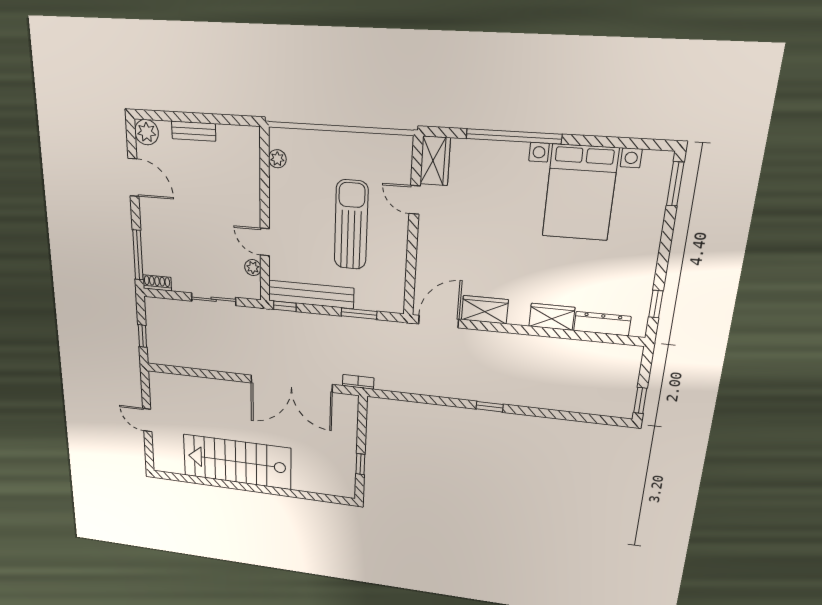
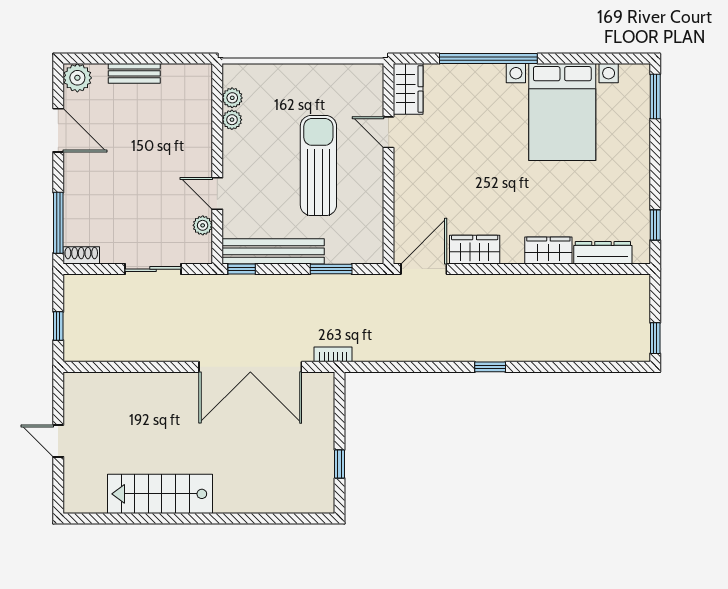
plant: (277, 178) -> (232, 120), added
stairs: (237, 462) -> (160, 494), width x0.73, depth x0.66

